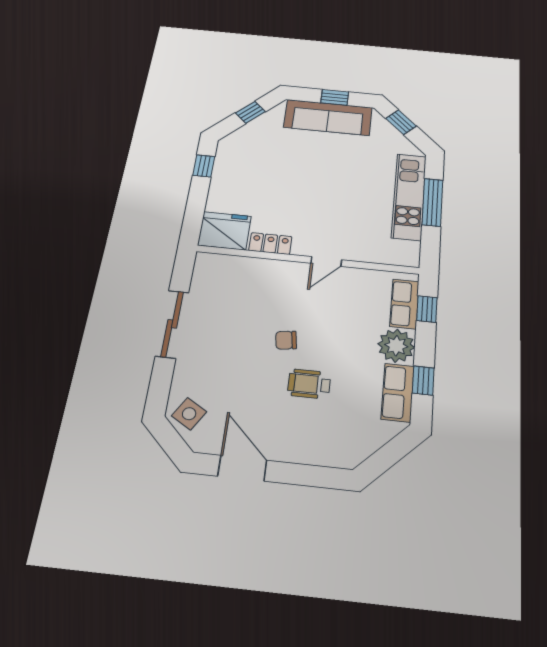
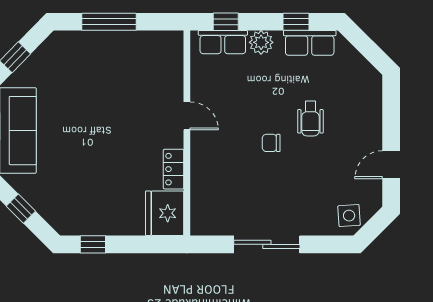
kitchen unit: (409, 196) -> (105, 44), removed
chair: (286, 340) -> (271, 143), turned 98
plant: (396, 346) -> (261, 42), width x0.73, depth x0.73
side table: (189, 414) -> (349, 216), turned -35
door: (242, 468) -> (391, 165), width x0.73

